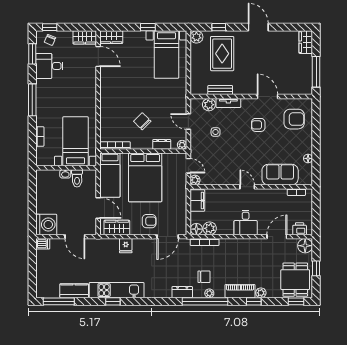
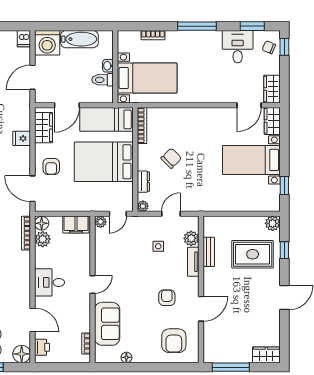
window: (148, 27) -> (284, 186), moved
bed with nightstands: (166, 55) -> (251, 160), moved
bathtub: (43, 198) -> (79, 39), added

